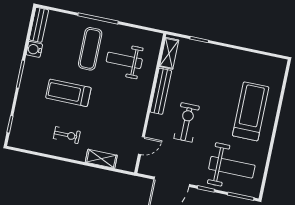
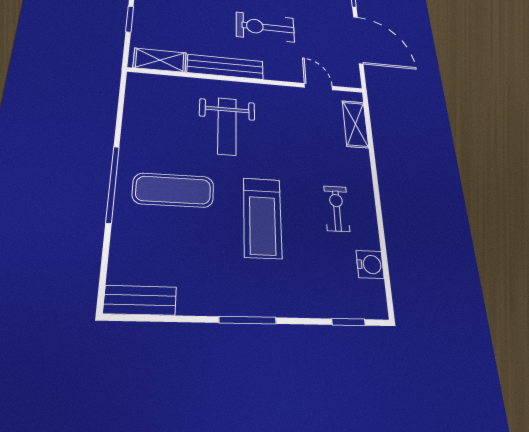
water cooler: (34, 49) -> (370, 264), moved, turned -90
weight bench: (124, 60) -> (227, 126), moved
shelving: (101, 159) -> (355, 124), moved

